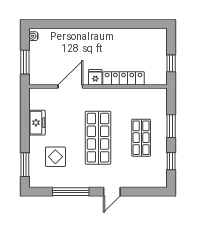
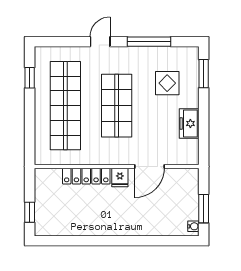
window: (25, 62) -> (204, 209), moved
window: (171, 63) -> (30, 212), moved
window: (171, 126) -> (30, 119), removed
shop shelf: (141, 138) -> (65, 106), width x2.00, depth x1.36

